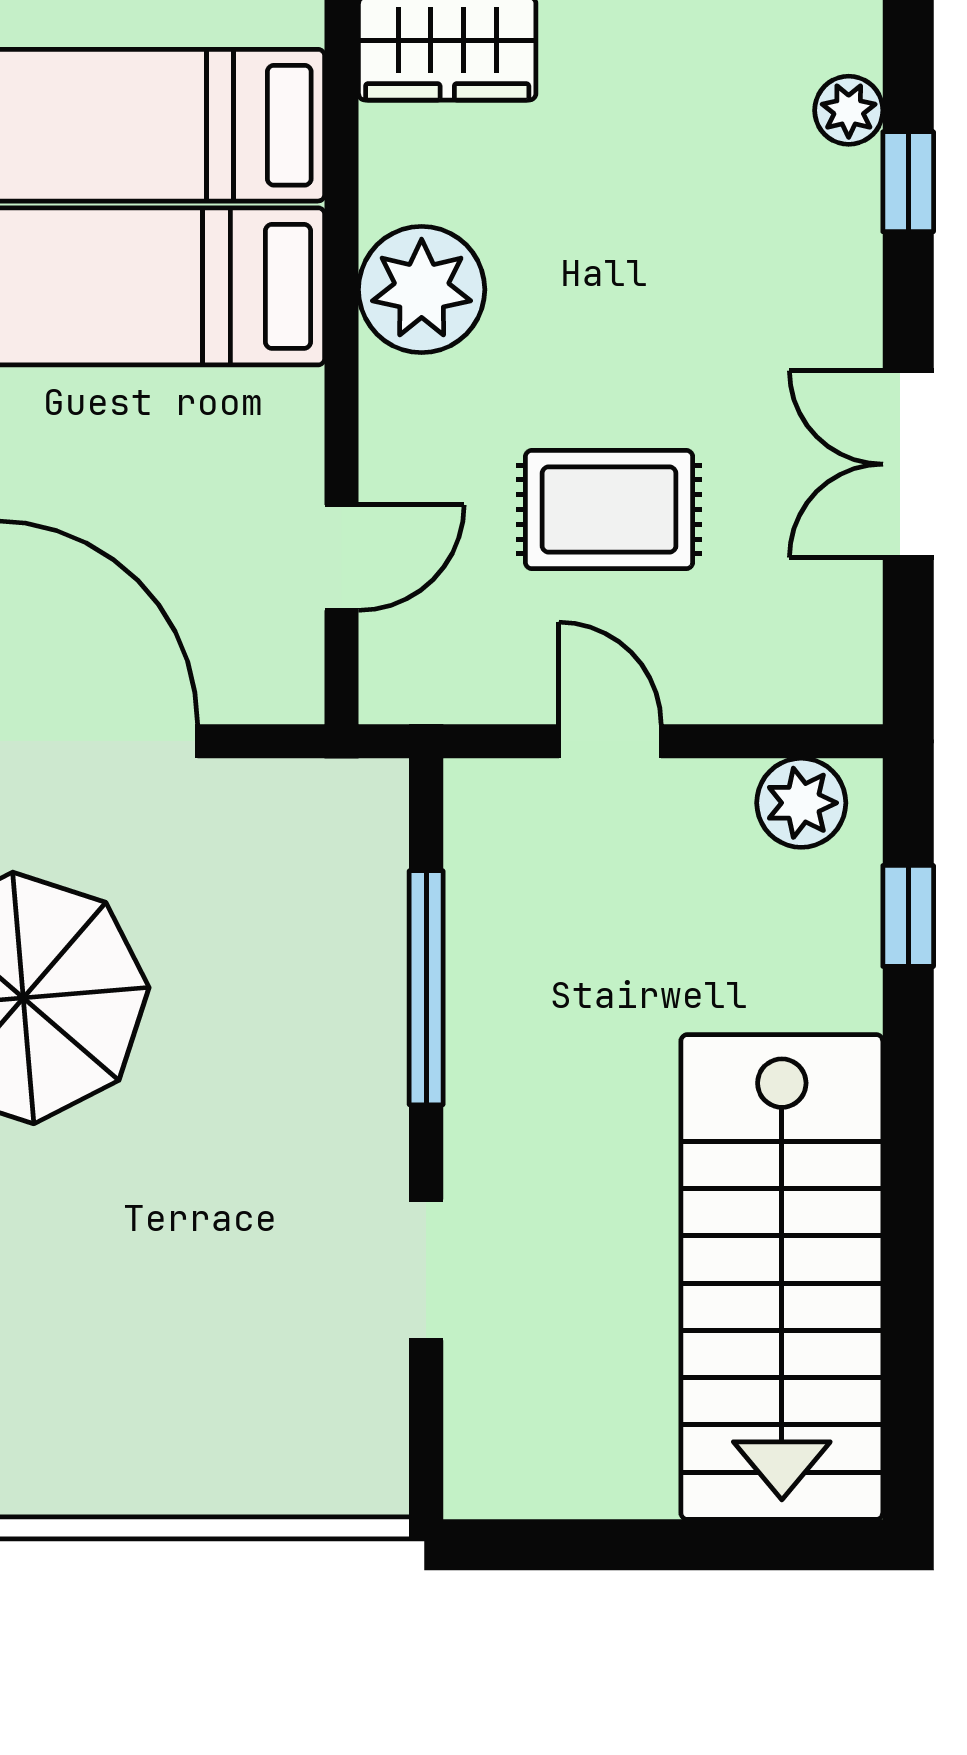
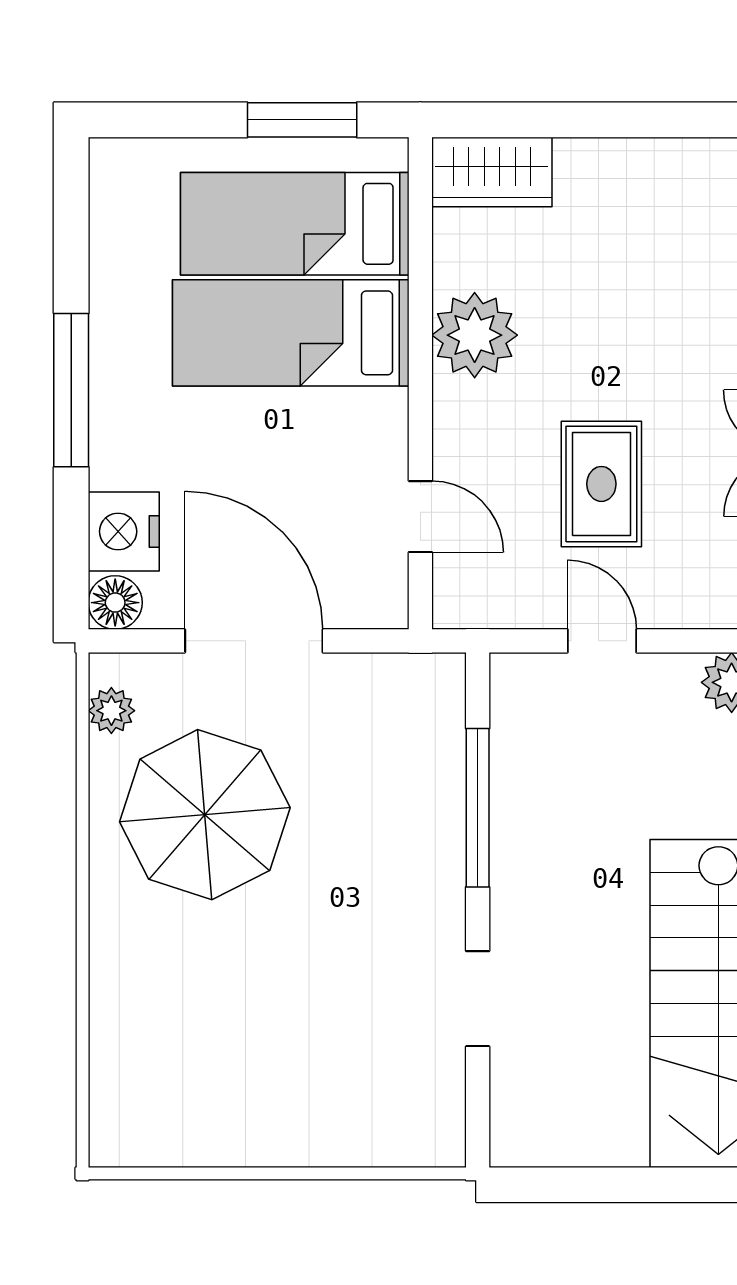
rug: (609, 510) -> (601, 484), turned 90
door: (342, 558) -> (420, 517), hinge flipped

